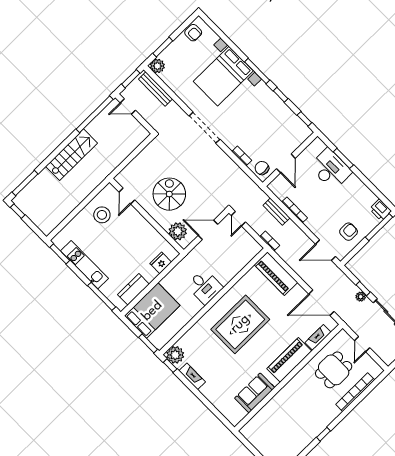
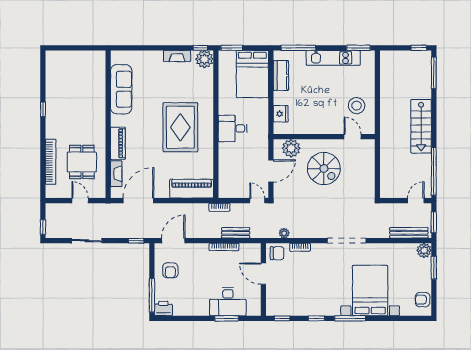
window: (363, 288) -> (136, 241), moved
plant: (361, 297) -> (284, 233), moved
piano: (289, 360) -> (118, 143), width x0.73, depth x0.75
sofa: (255, 393) -> (121, 89), width x1.36

